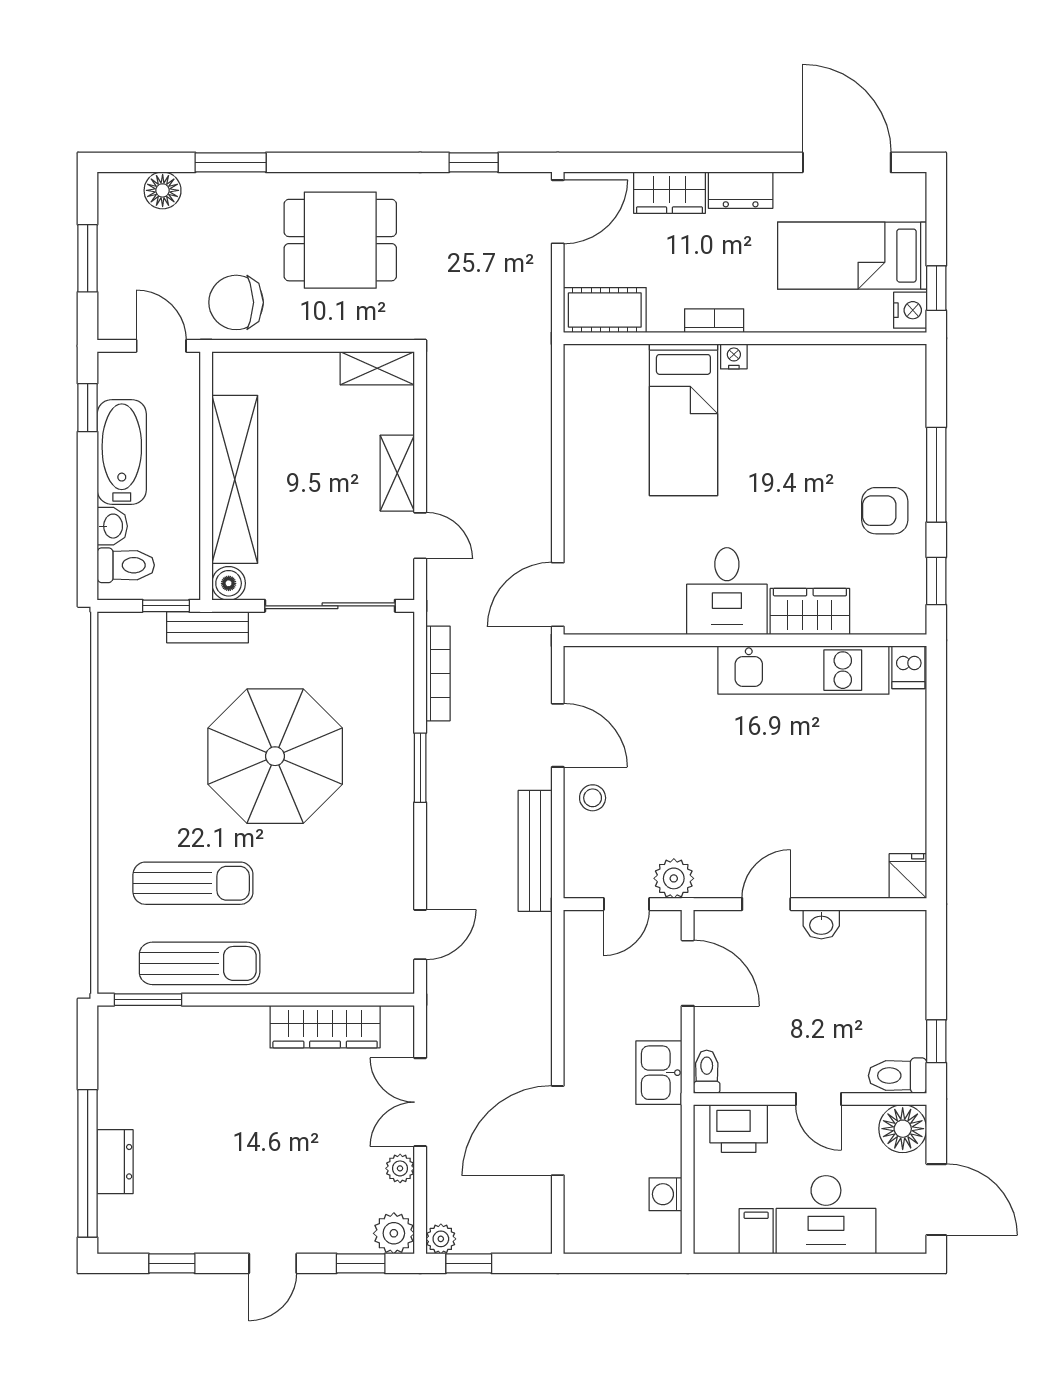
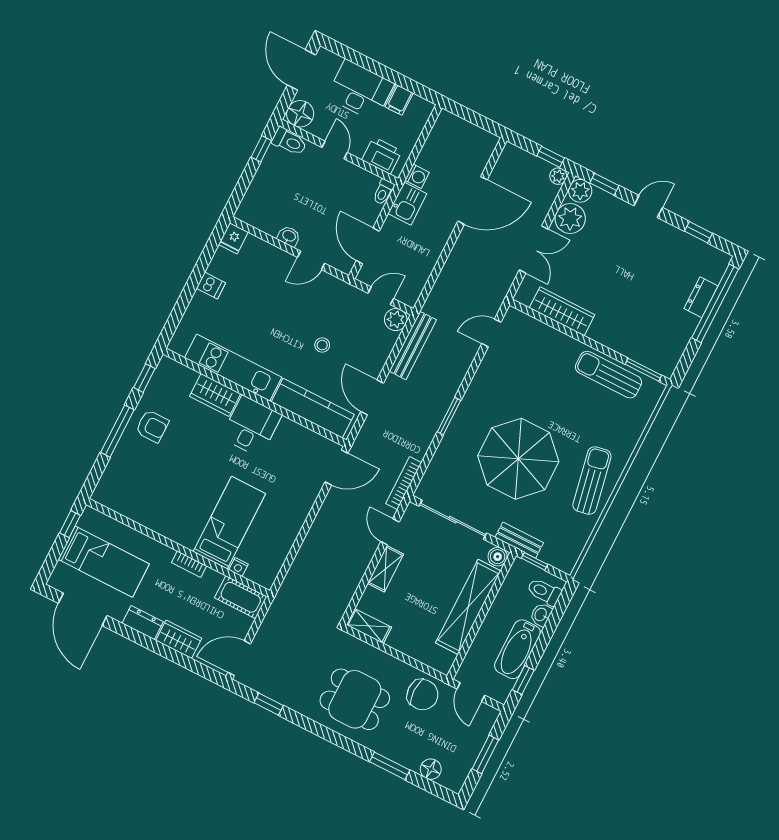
nightstand: (910, 310) -> (89, 520), removed
nightstand: (734, 356) -> (238, 567), moved
dishwasher: (908, 667) -> (211, 286), moved, turned 90
kitchen counter: (644, 670) -> (313, 408), added
bookcase: (438, 673) -> (404, 483), moved
stool: (593, 798) -> (322, 345), moved
plant: (674, 878) -> (396, 320), moved
sun lounger: (193, 883) -> (592, 481), moved, turned 79
plant: (400, 1168) -> (570, 219), width x1.87, depth x1.87
washing machine: (666, 1194) -> (417, 176), moved

